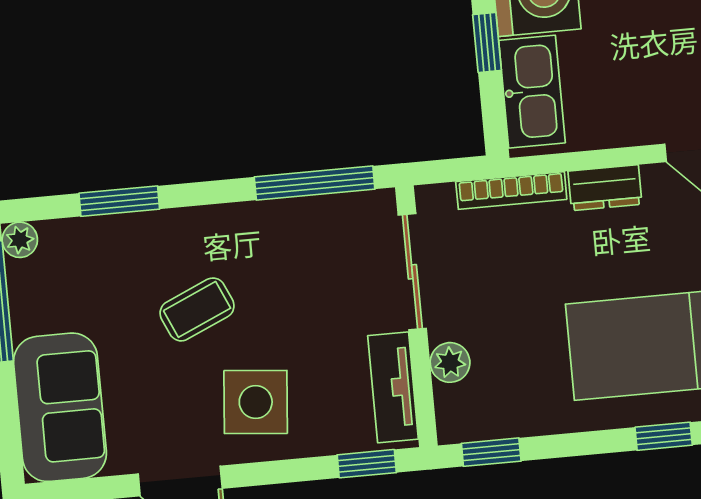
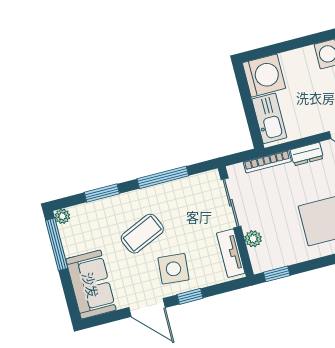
window: (487, 42) -> (247, 101), removed
window: (315, 183) -> (163, 177), moved
coffee table: (197, 309) -> (142, 234), width x1.36, depth x1.30
window: (367, 464) -> (190, 296), moved

